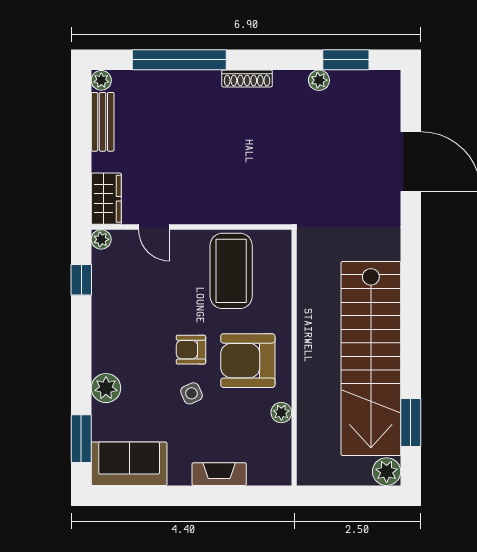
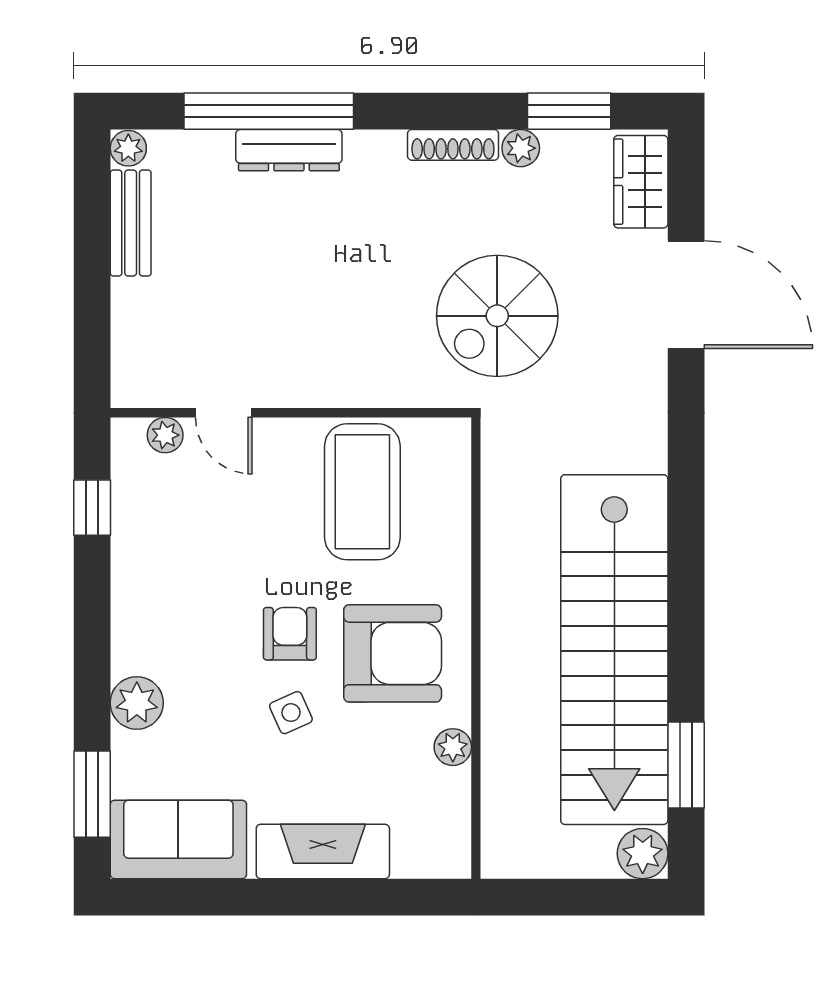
shoe rack: (247, 78) -> (453, 145), moved
dresser: (190, 81) -> (289, 150), added
spiral stairs: (306, 173) -> (497, 316), added
wardrobe: (106, 199) -> (641, 182), moved, turned 180
plant: (101, 239) -> (165, 435), moved
armchair: (191, 350) -> (290, 634), turned 90
armchair: (248, 361) -> (393, 653), turned 180
fireplace: (219, 474) -> (323, 851), width x1.37, depth x1.32

